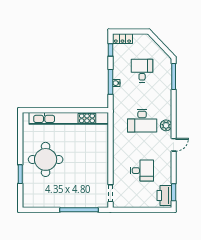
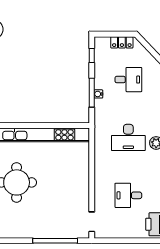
locker: (122, 39) -> (122, 42), moved
desk: (142, 71) -> (128, 80), turned 90
desk: (142, 171) -> (128, 195), turned 180

